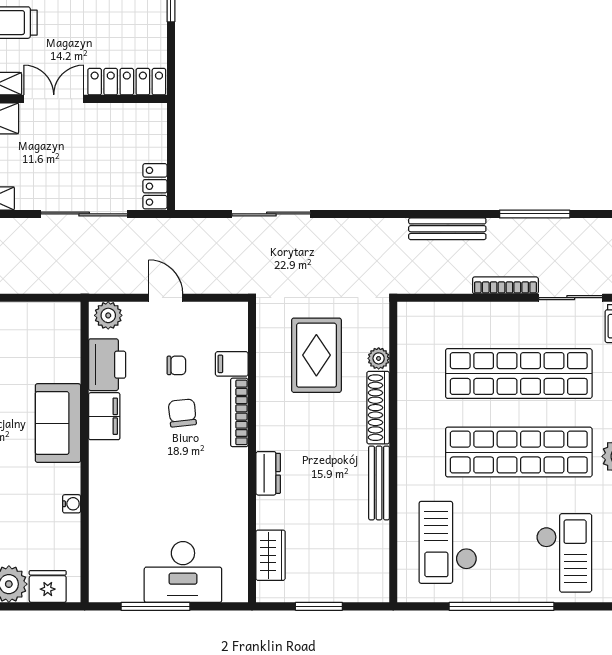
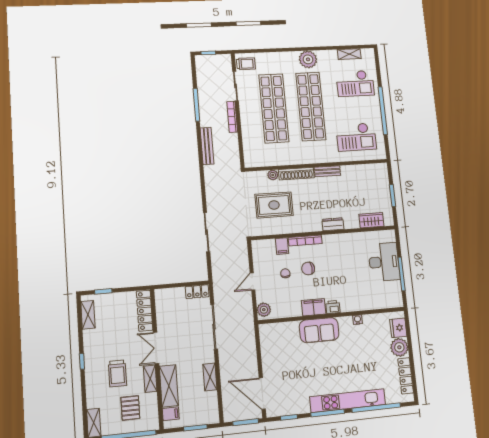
printer: (107, 365) -> (333, 307), moved, width x0.53, depth x0.68
bench: (379, 483) -> (327, 171), width x0.73
checkout: (564, 553) -> (355, 83), turned 180

